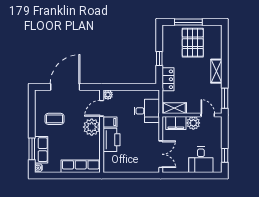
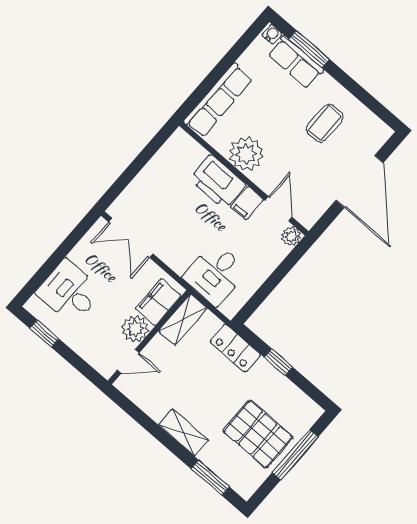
window: (225, 98) -> (210, 478), moved
plant: (92, 127) -> (246, 154), moved

